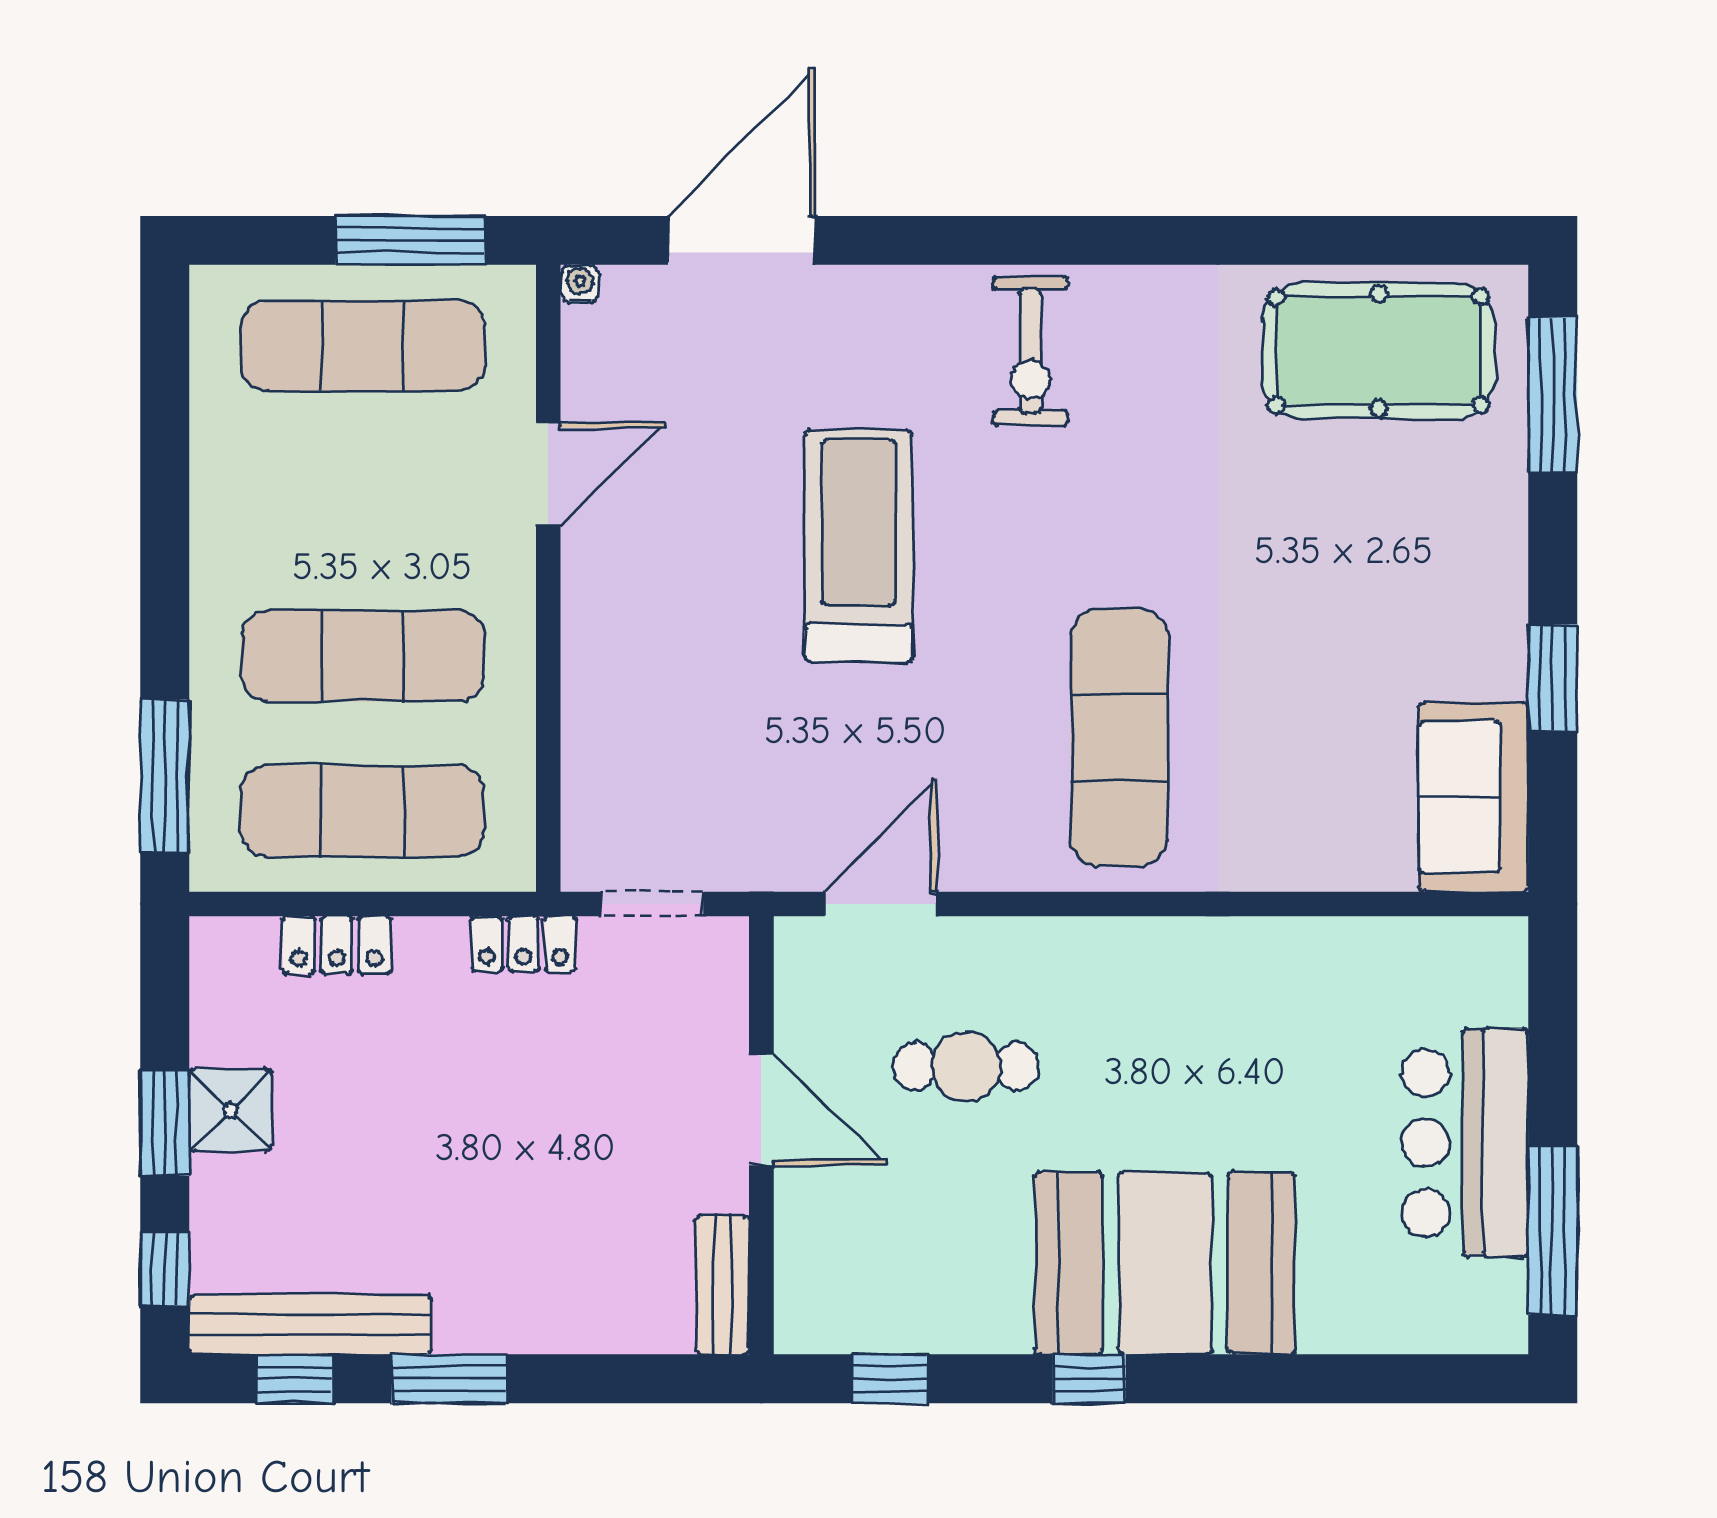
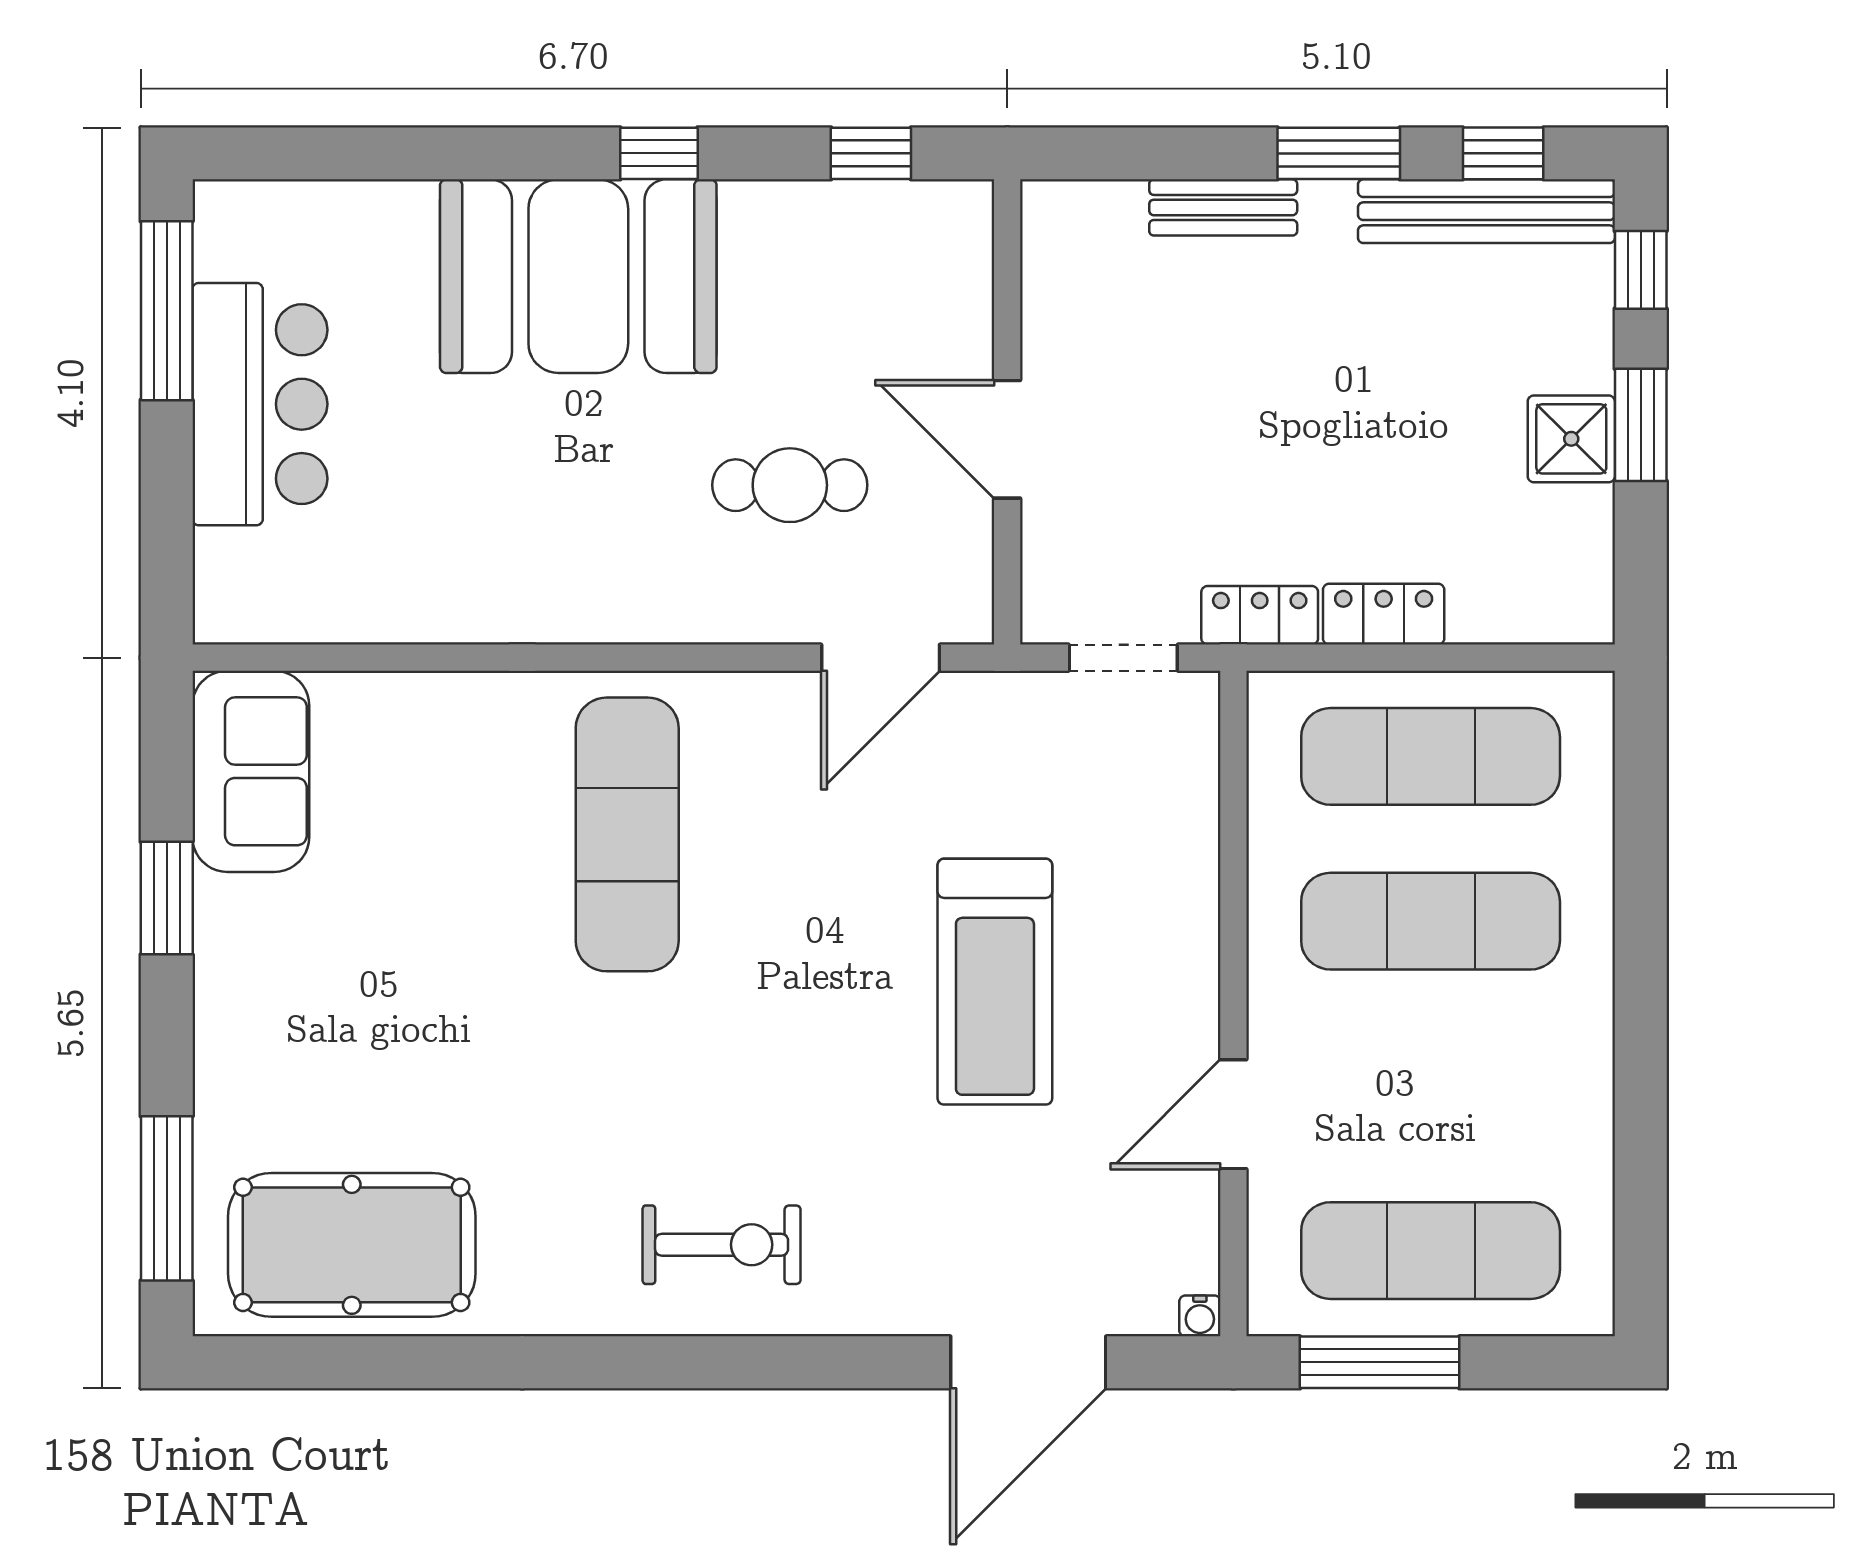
exercise bike: (1030, 351) -> (722, 1245), turned 90
treadmill: (859, 546) -> (995, 982), moved
window: (165, 776) -> (1641, 793), removed
locker: (337, 945) -> (1384, 614), moved
bench: (723, 1285) -> (1223, 207), moved, turned 90

